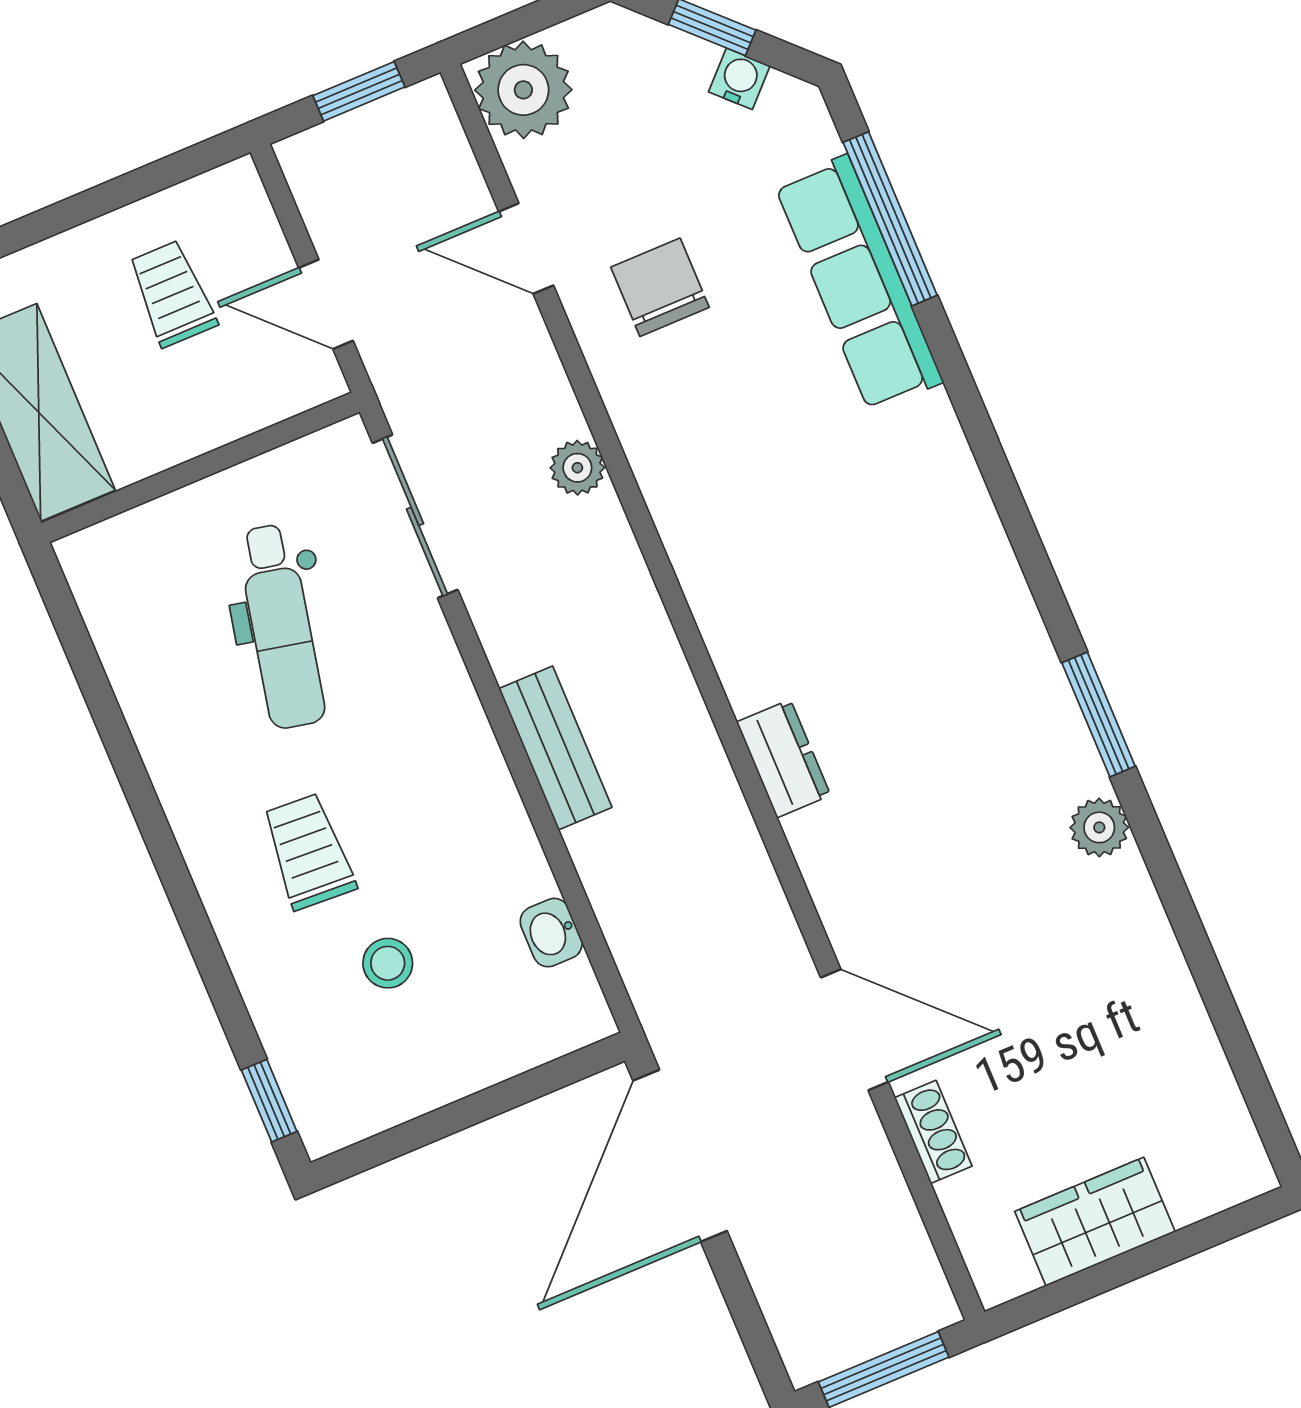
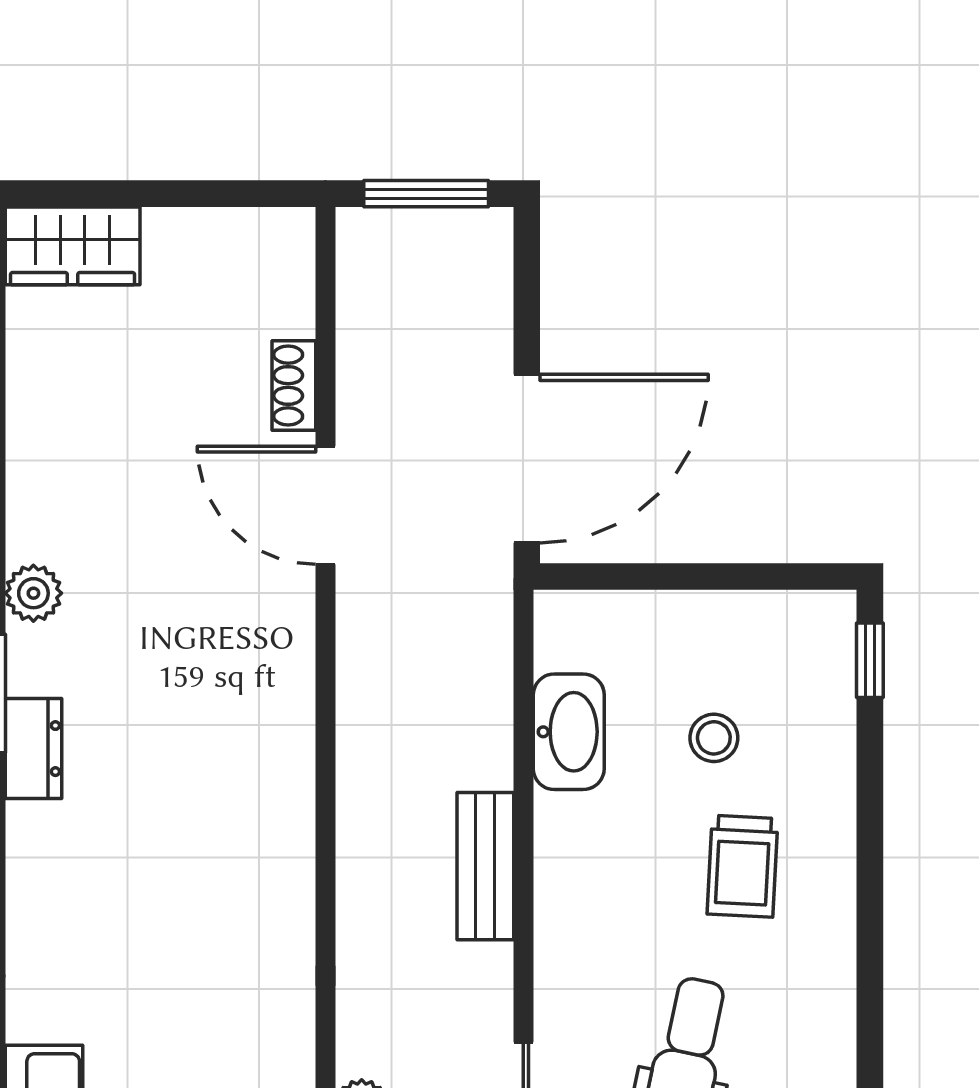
dresser: (784, 759) -> (33, 749), moved, turned 180
washbasin: (551, 933) -> (569, 732), width x1.91, depth x1.45
wardrobe: (1095, 1222) -> (73, 246), moved

